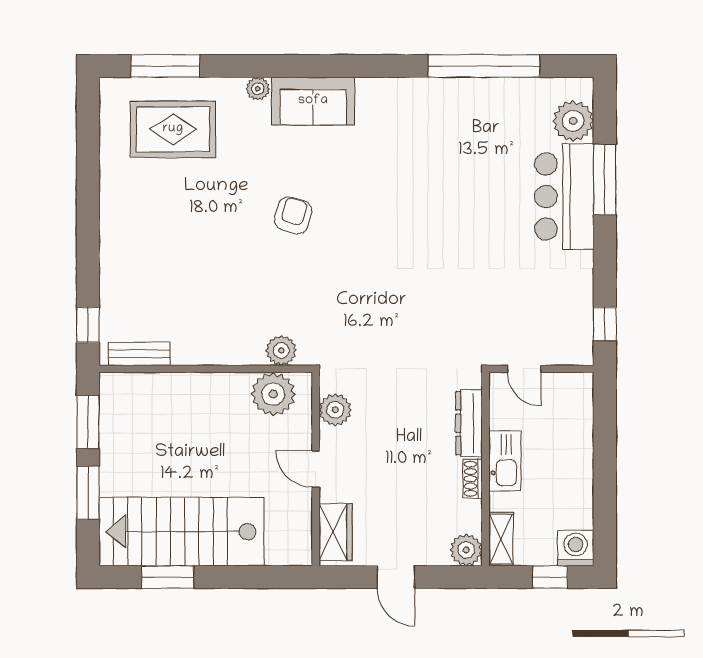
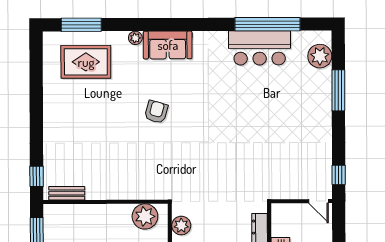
bar counter: (564, 197) -> (260, 48), moved, turned -90
plant: (281, 350) -> (150, 191), removed
door: (524, 369) -> (318, 201), moved

